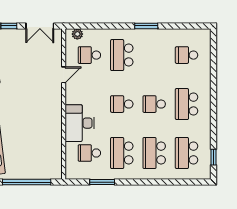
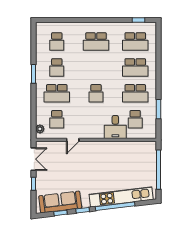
door: (64, 75) -> (73, 140), swing flipped
school desk: (154, 104) -> (57, 67), moved
desk: (80, 123) -> (115, 127), width x0.73

